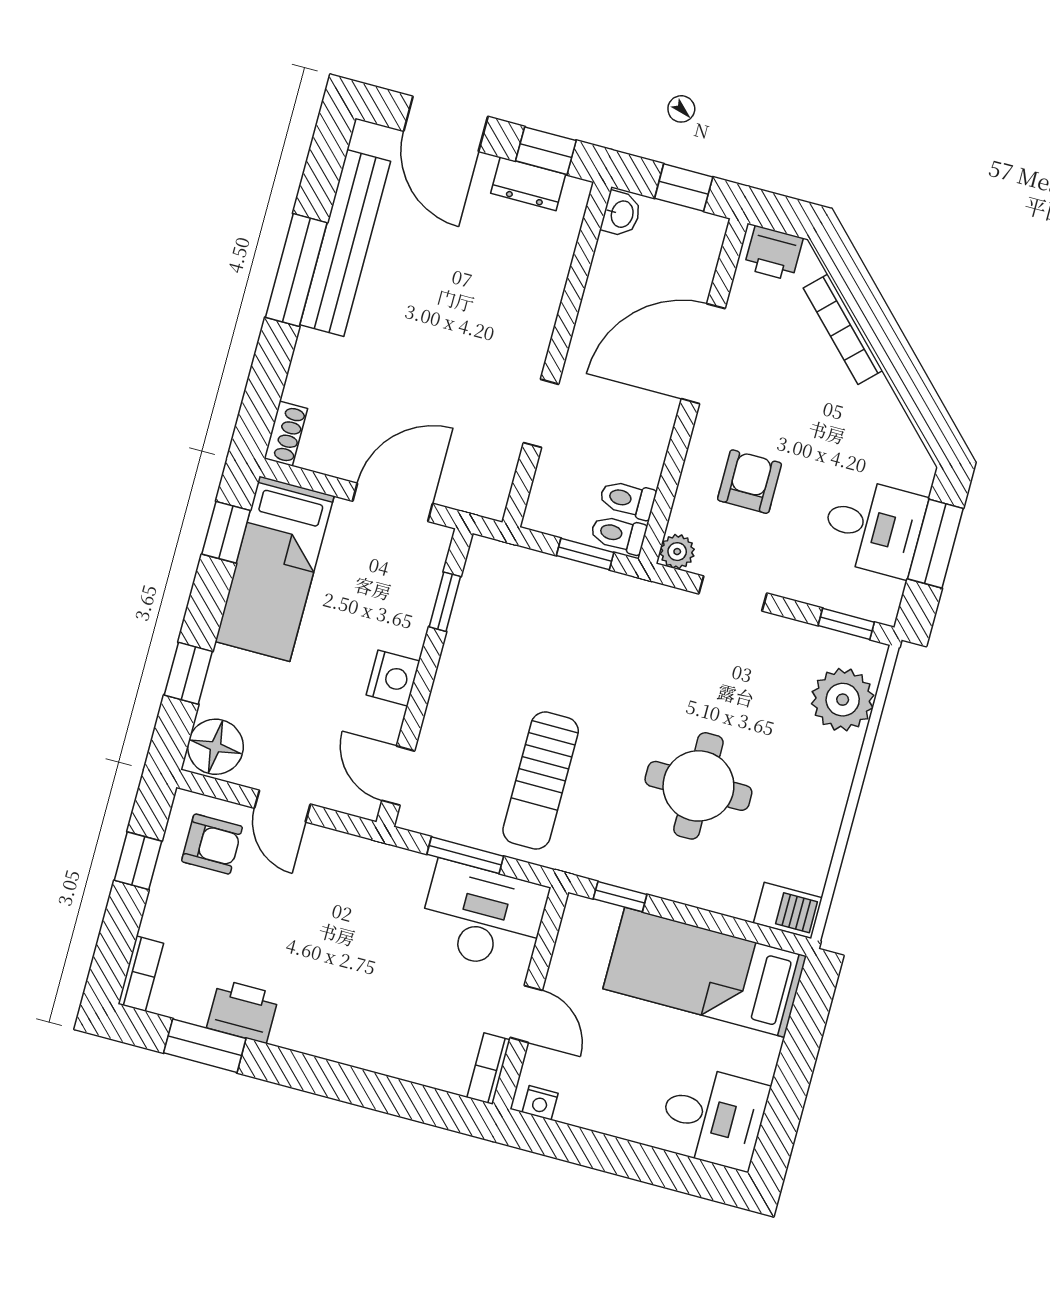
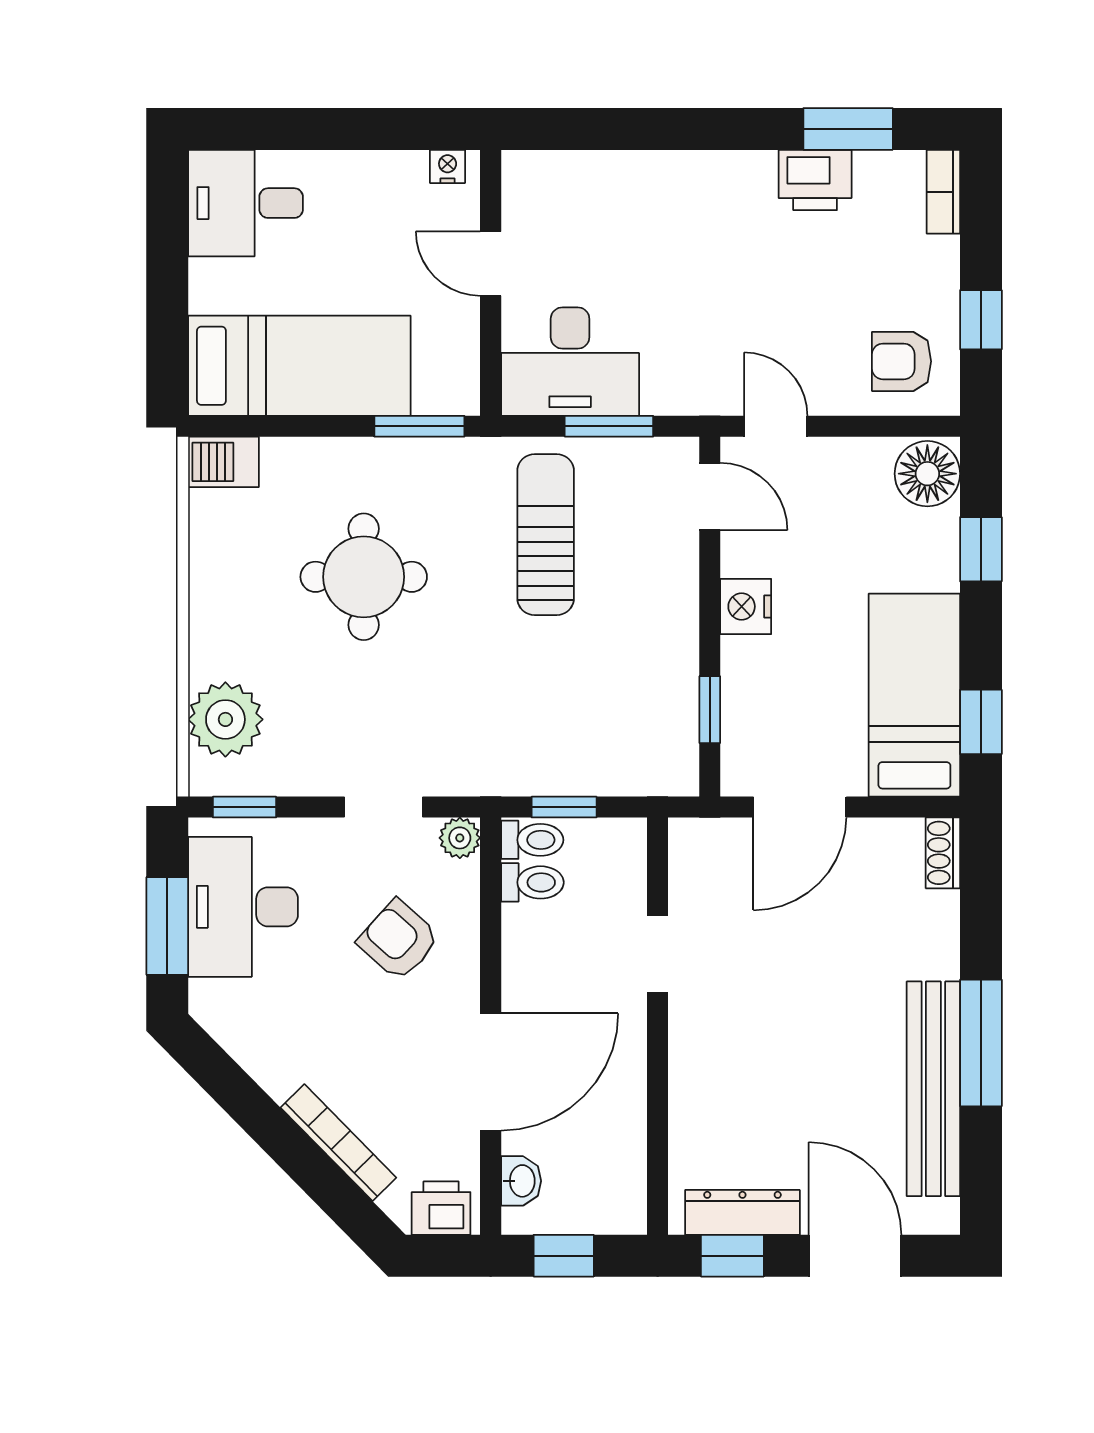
dresser: (528, 184) -> (742, 1212), width x1.44
washbasin: (621, 214) -> (521, 1181), moved, turned 180
armchair: (750, 482) -> (399, 940), turned 132
desk: (873, 527) -> (243, 907), width x1.37
door: (282, 806) -> (776, 426), moved
window: (620, 897) -> (419, 426), width x1.50
bookcase: (489, 1069) -> (517, 190), removed

